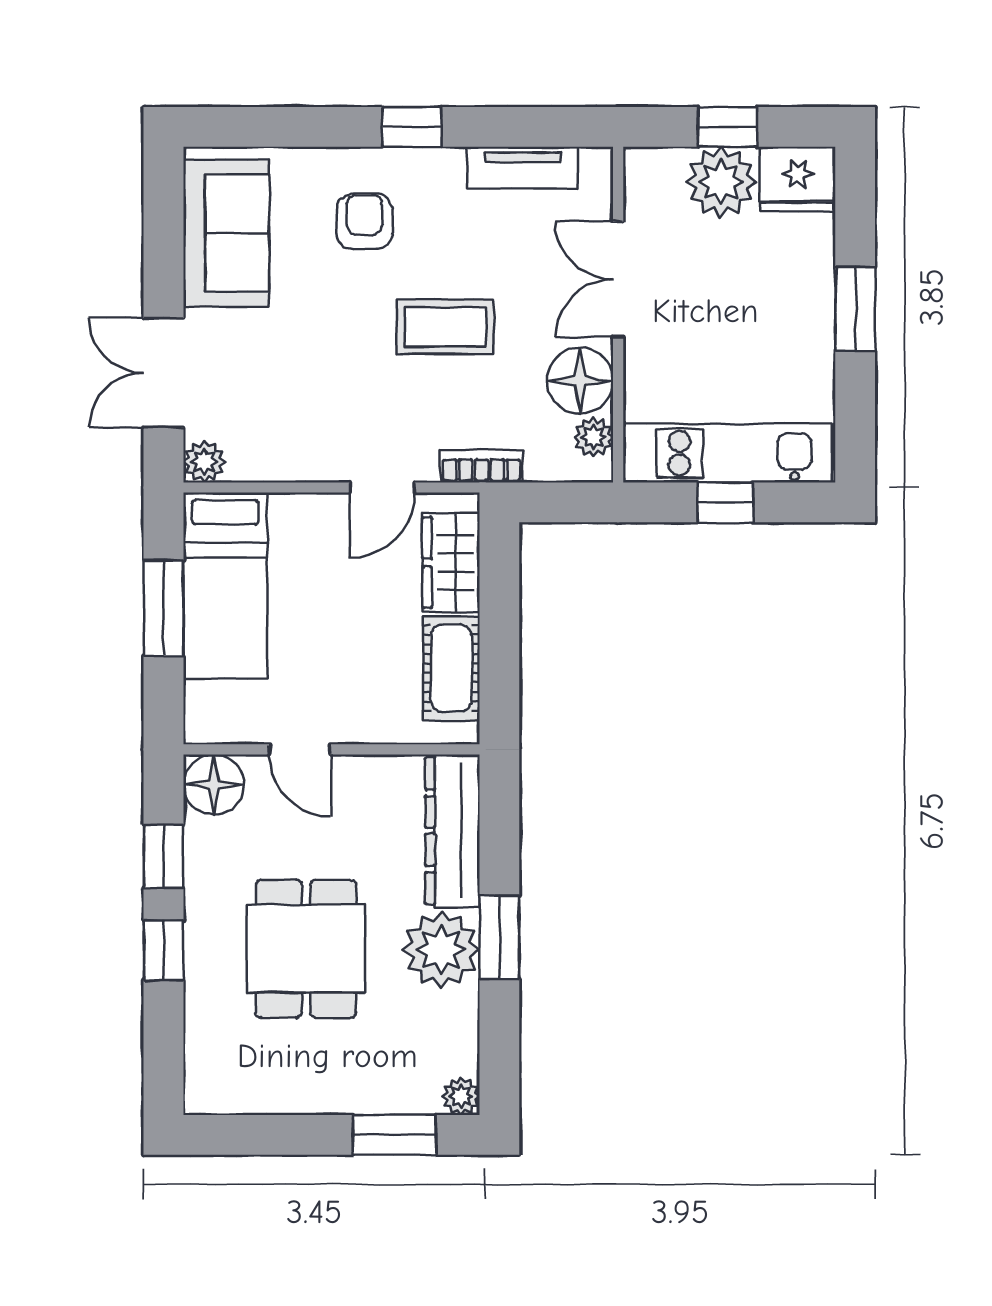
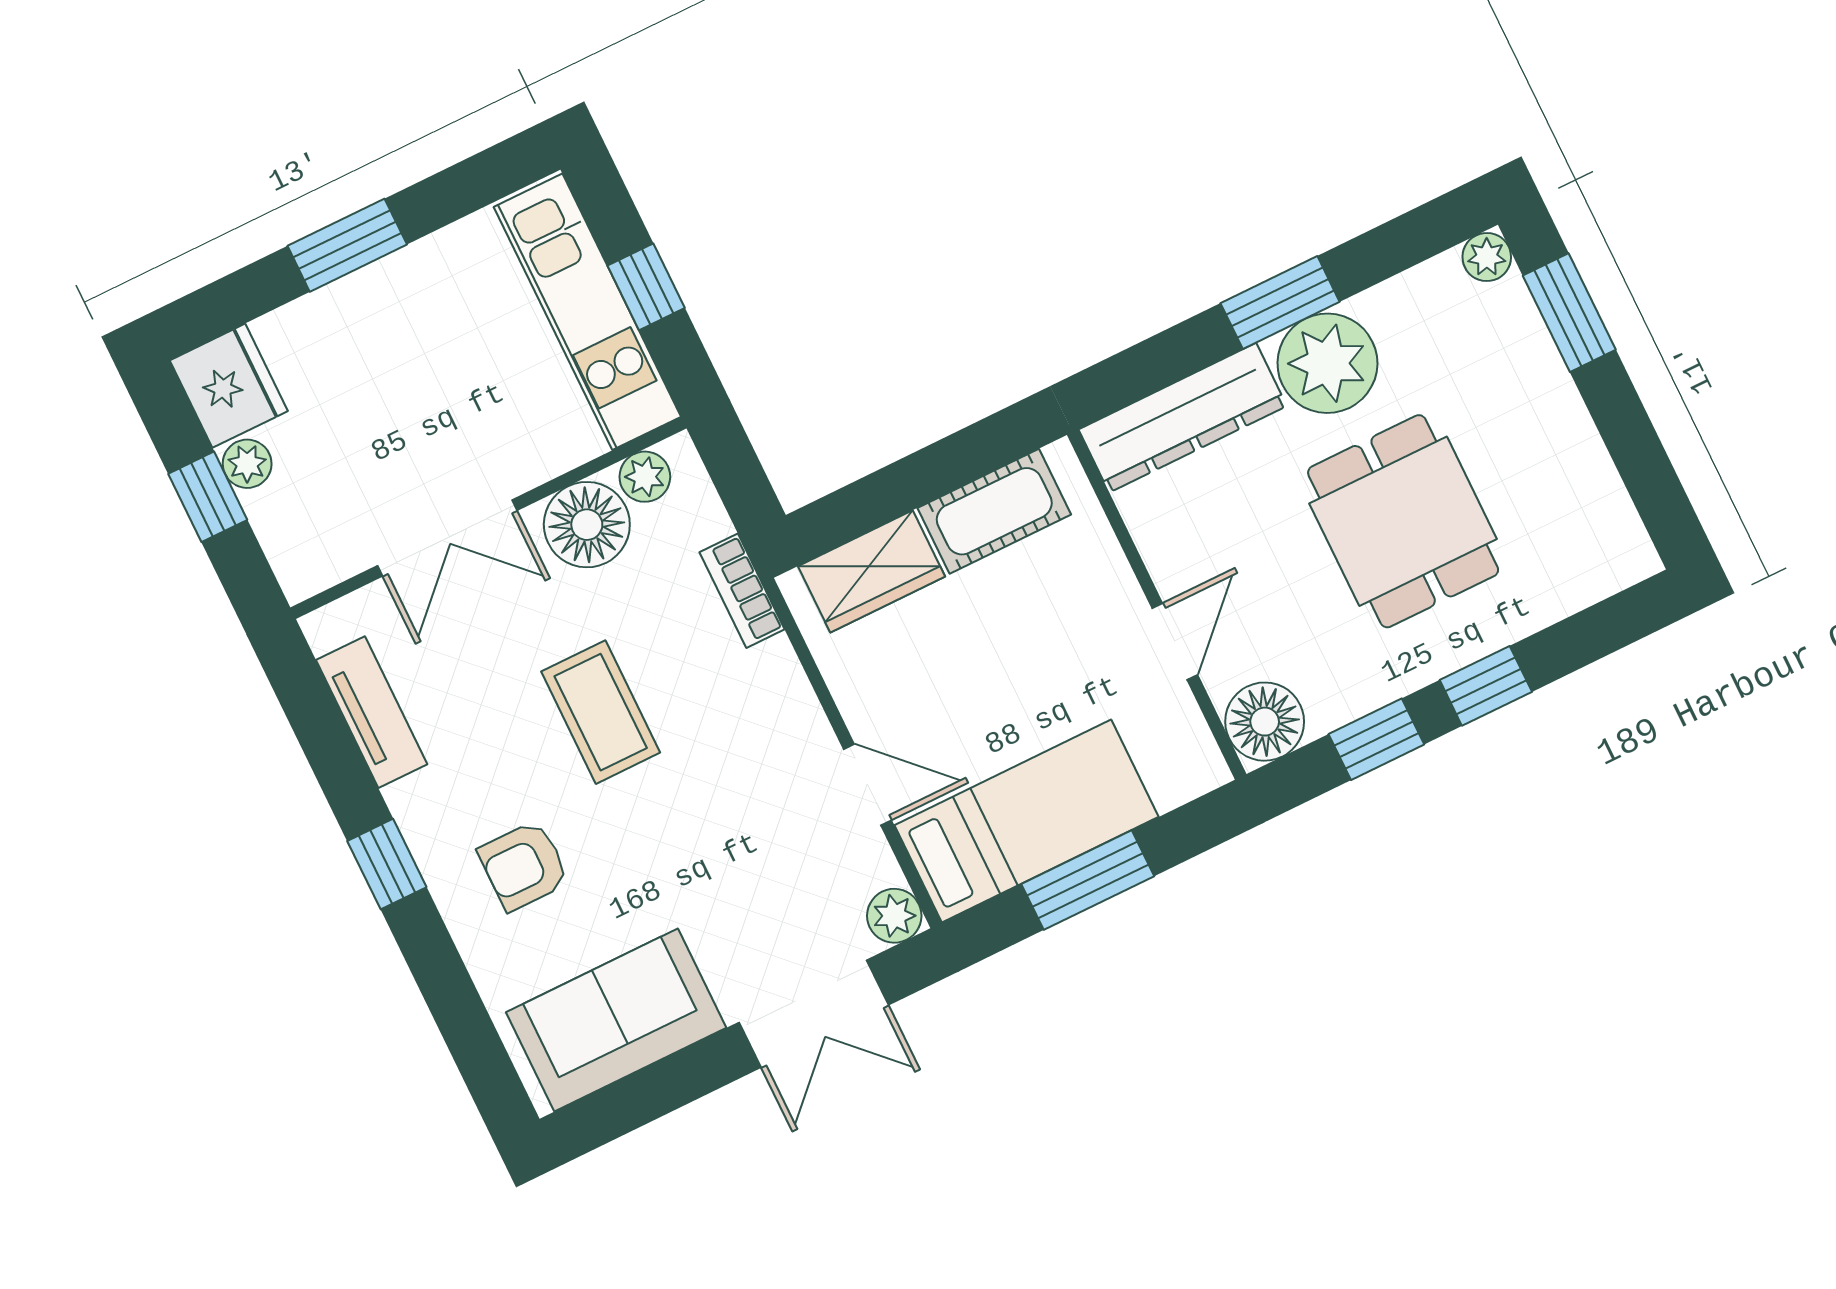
plant: (721, 182) -> (247, 464), width x0.53, depth x0.53
door: (382, 488) -> (868, 785), moved
dining table: (306, 949) -> (1403, 521), turned 90

